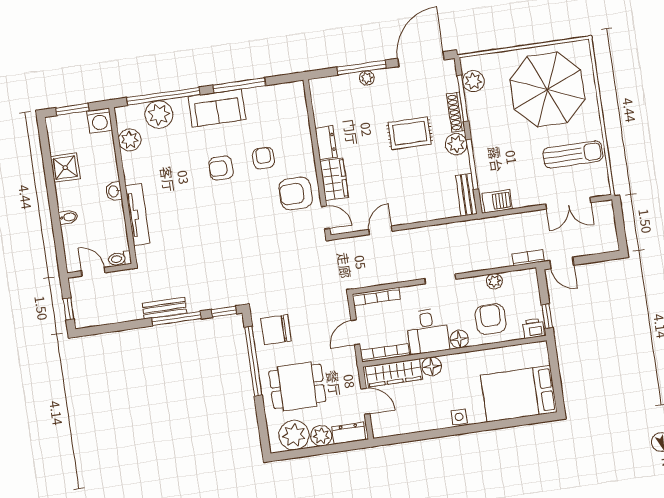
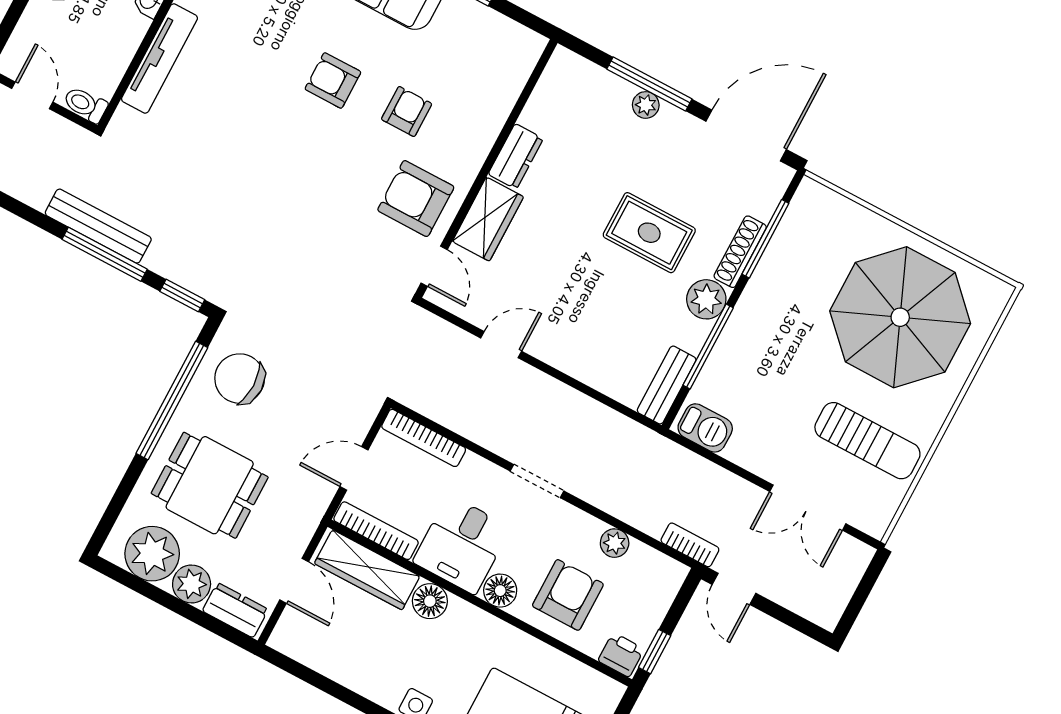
plant: (473, 81) -> (800, 225), removed
bench: (165, 308) -> (98, 226), width x1.36

